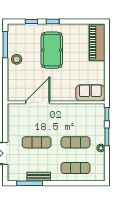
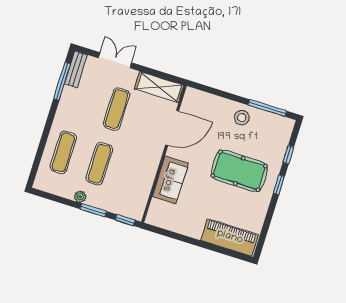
sofa: (90, 93) -> (170, 180), moved
door: (38, 102) -> (172, 128), hinge flipped
shelving: (14, 119) -> (159, 87), added
bench: (39, 177) -> (76, 69), moved

